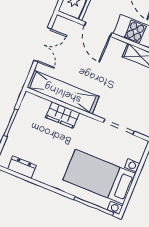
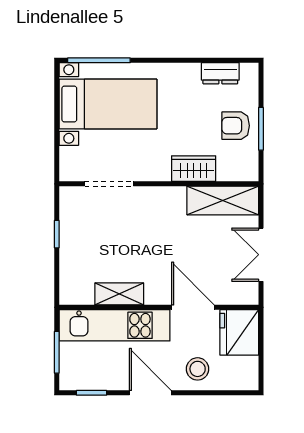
shelving: (63, 92) -> (223, 200), width x0.68
armchair: (26, 131) -> (236, 126), added

